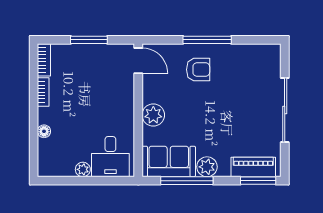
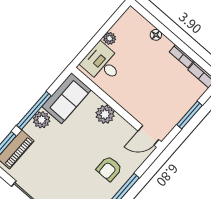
window: (187, 181) -> (34, 111), moved

